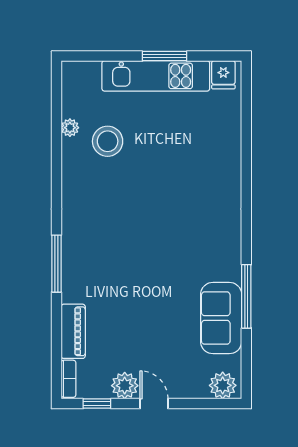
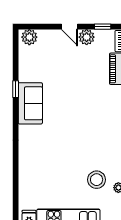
window: (246, 296) -> (16, 89), width x0.46
sofa: (221, 318) -> (30, 103), moved

